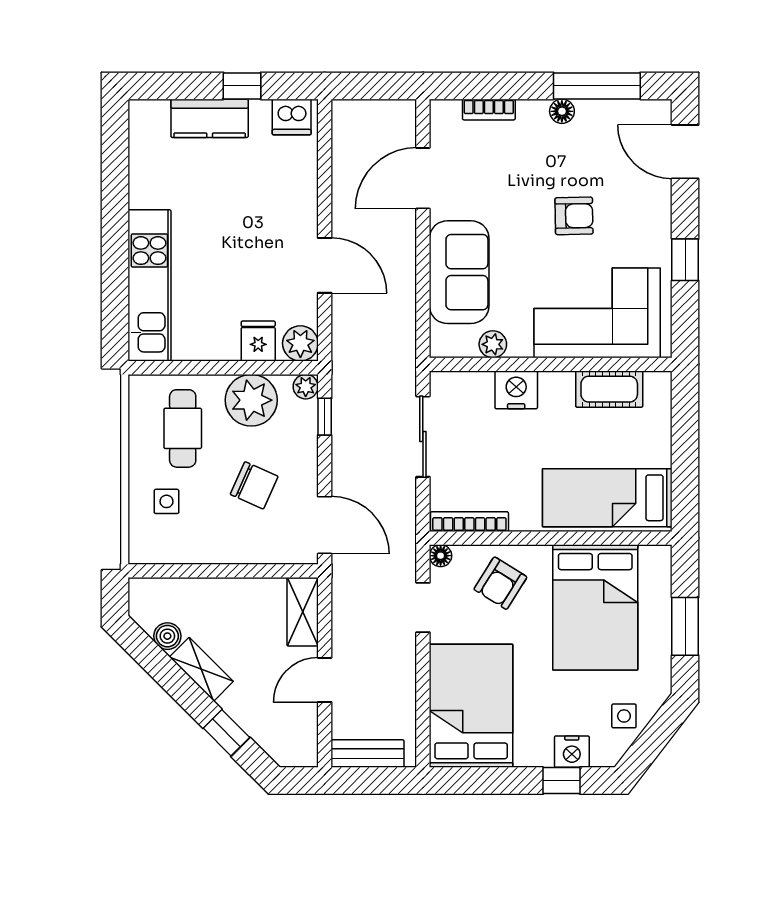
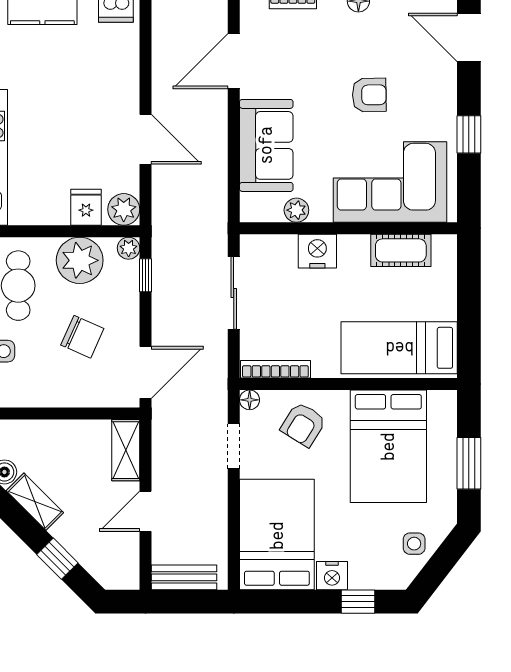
door: (325, 525) -> (146, 372), hinge flipped
nightstand: (572, 752) -> (332, 576), moved

